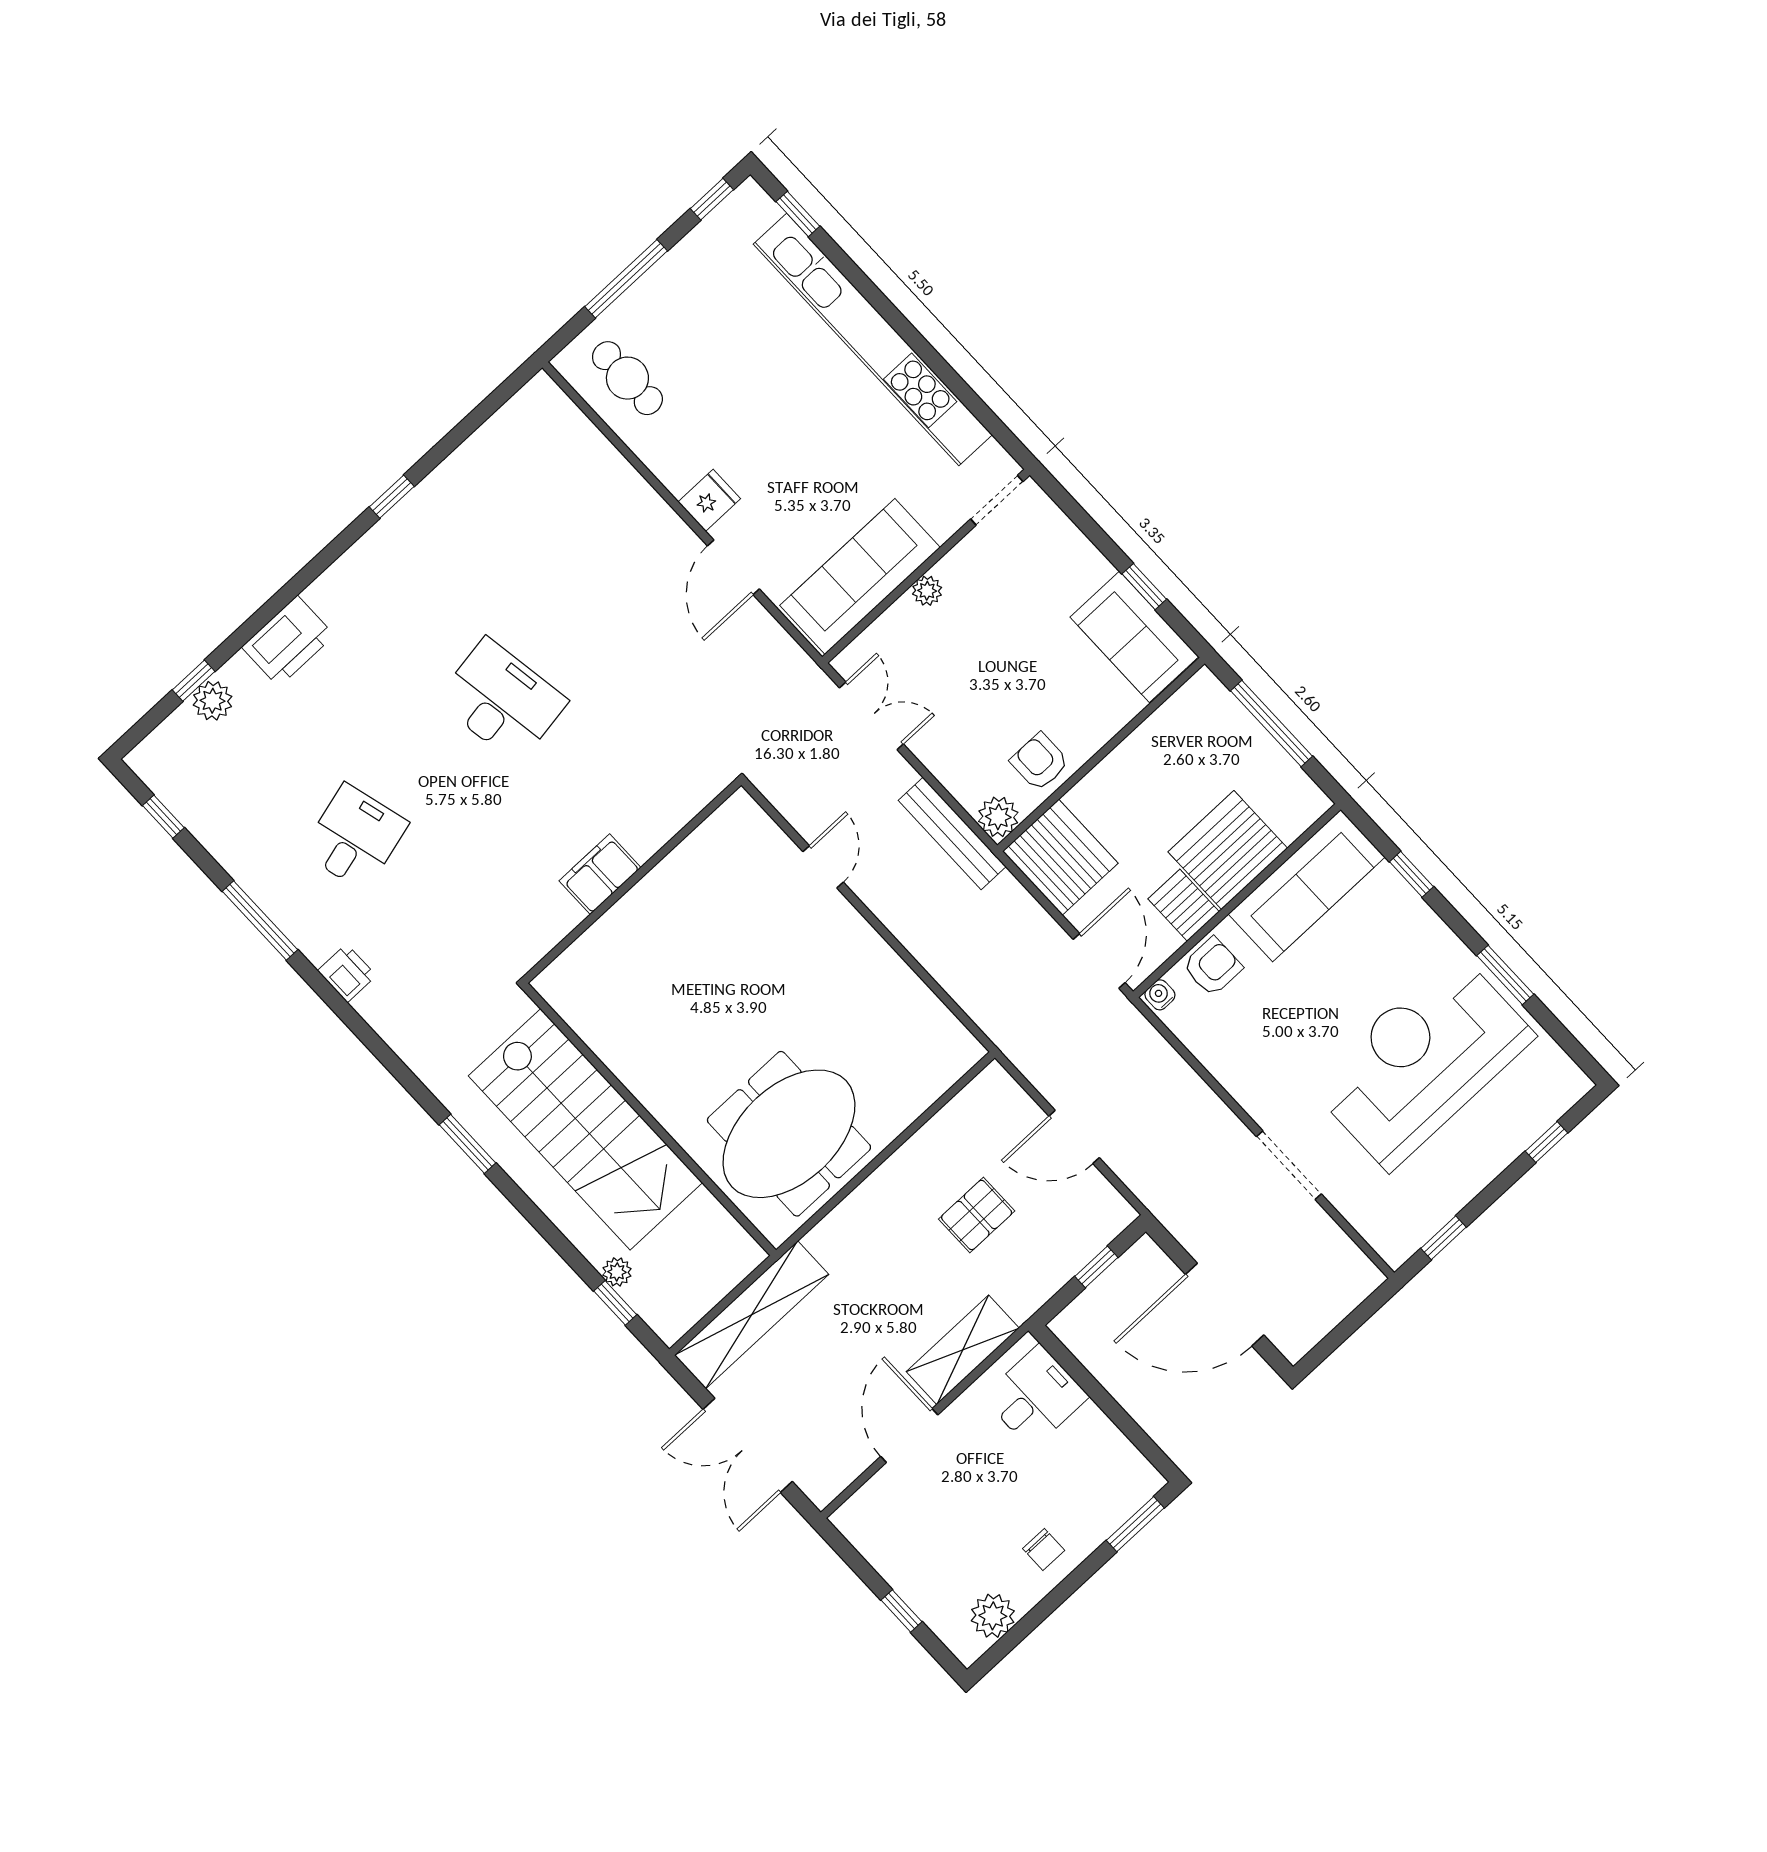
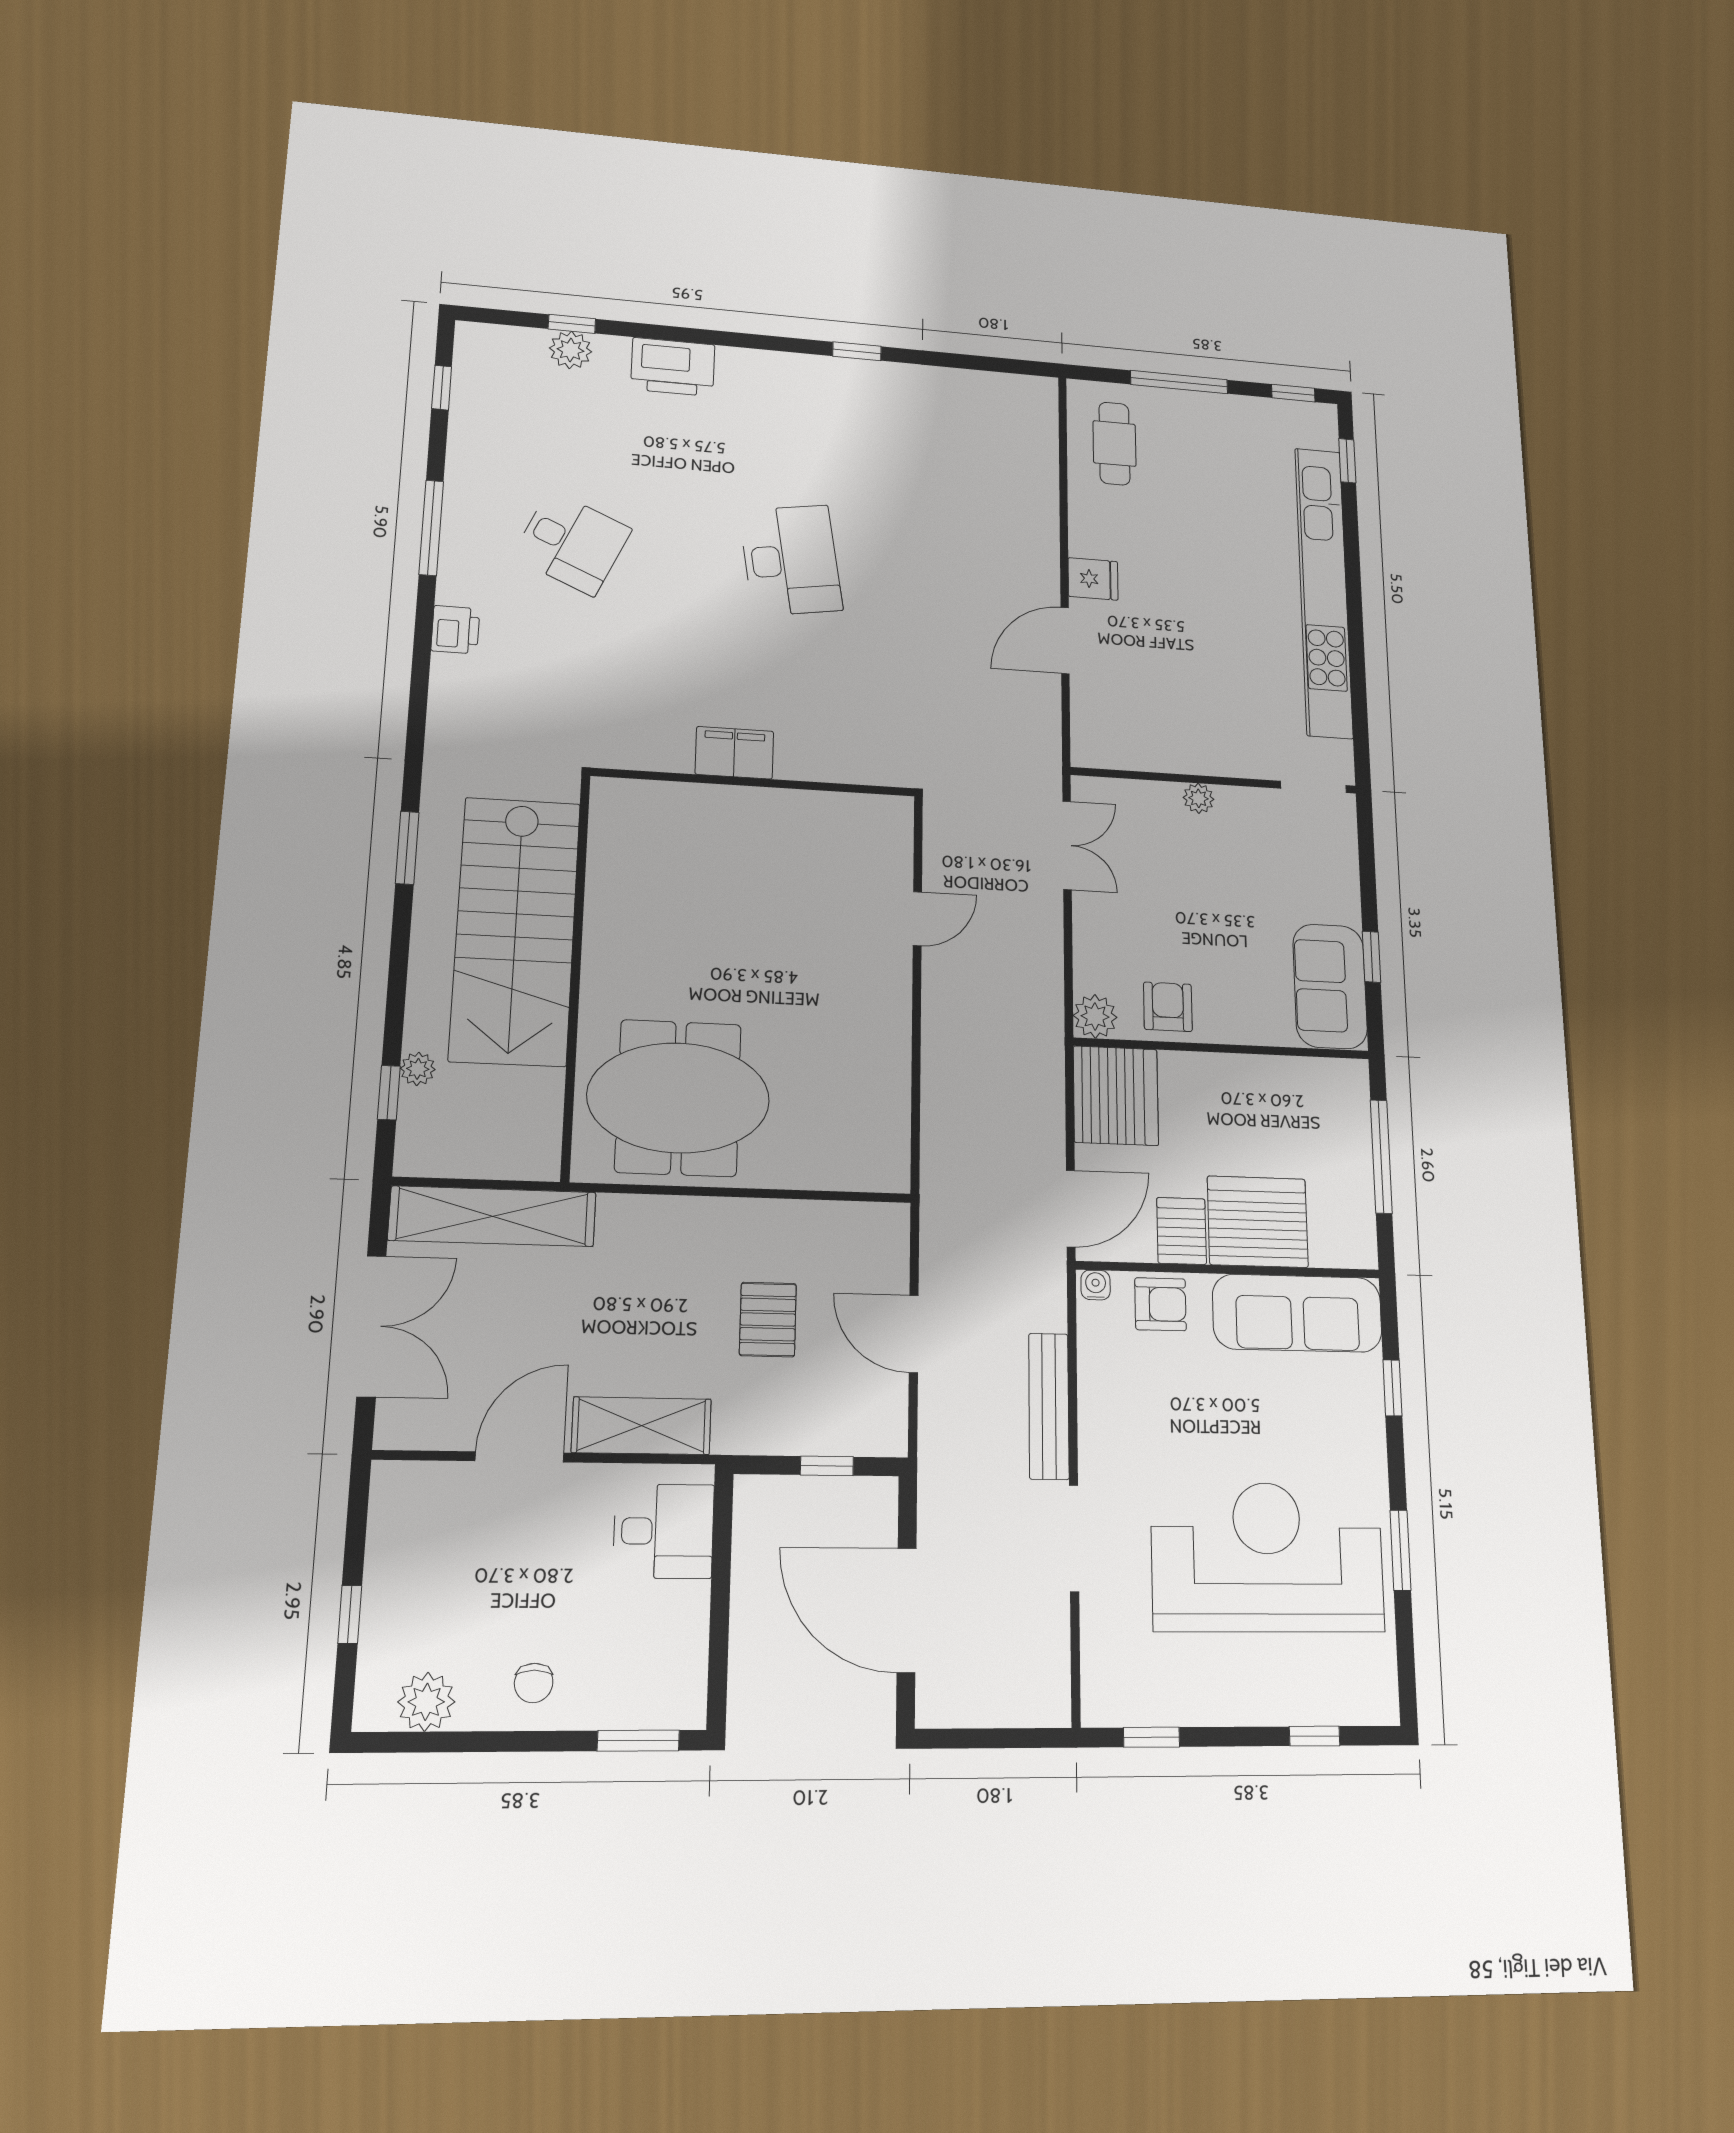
sofa: (860, 576) -> (1156, 739), removed
bench: (952, 833) -> (1049, 1406), moved
desk: (355, 837) -> (572, 543), turned 39
pallet: (977, 1215) -> (768, 1320), turned 90
double door: (748, 1445) -> (371, 1326), swing flipped

